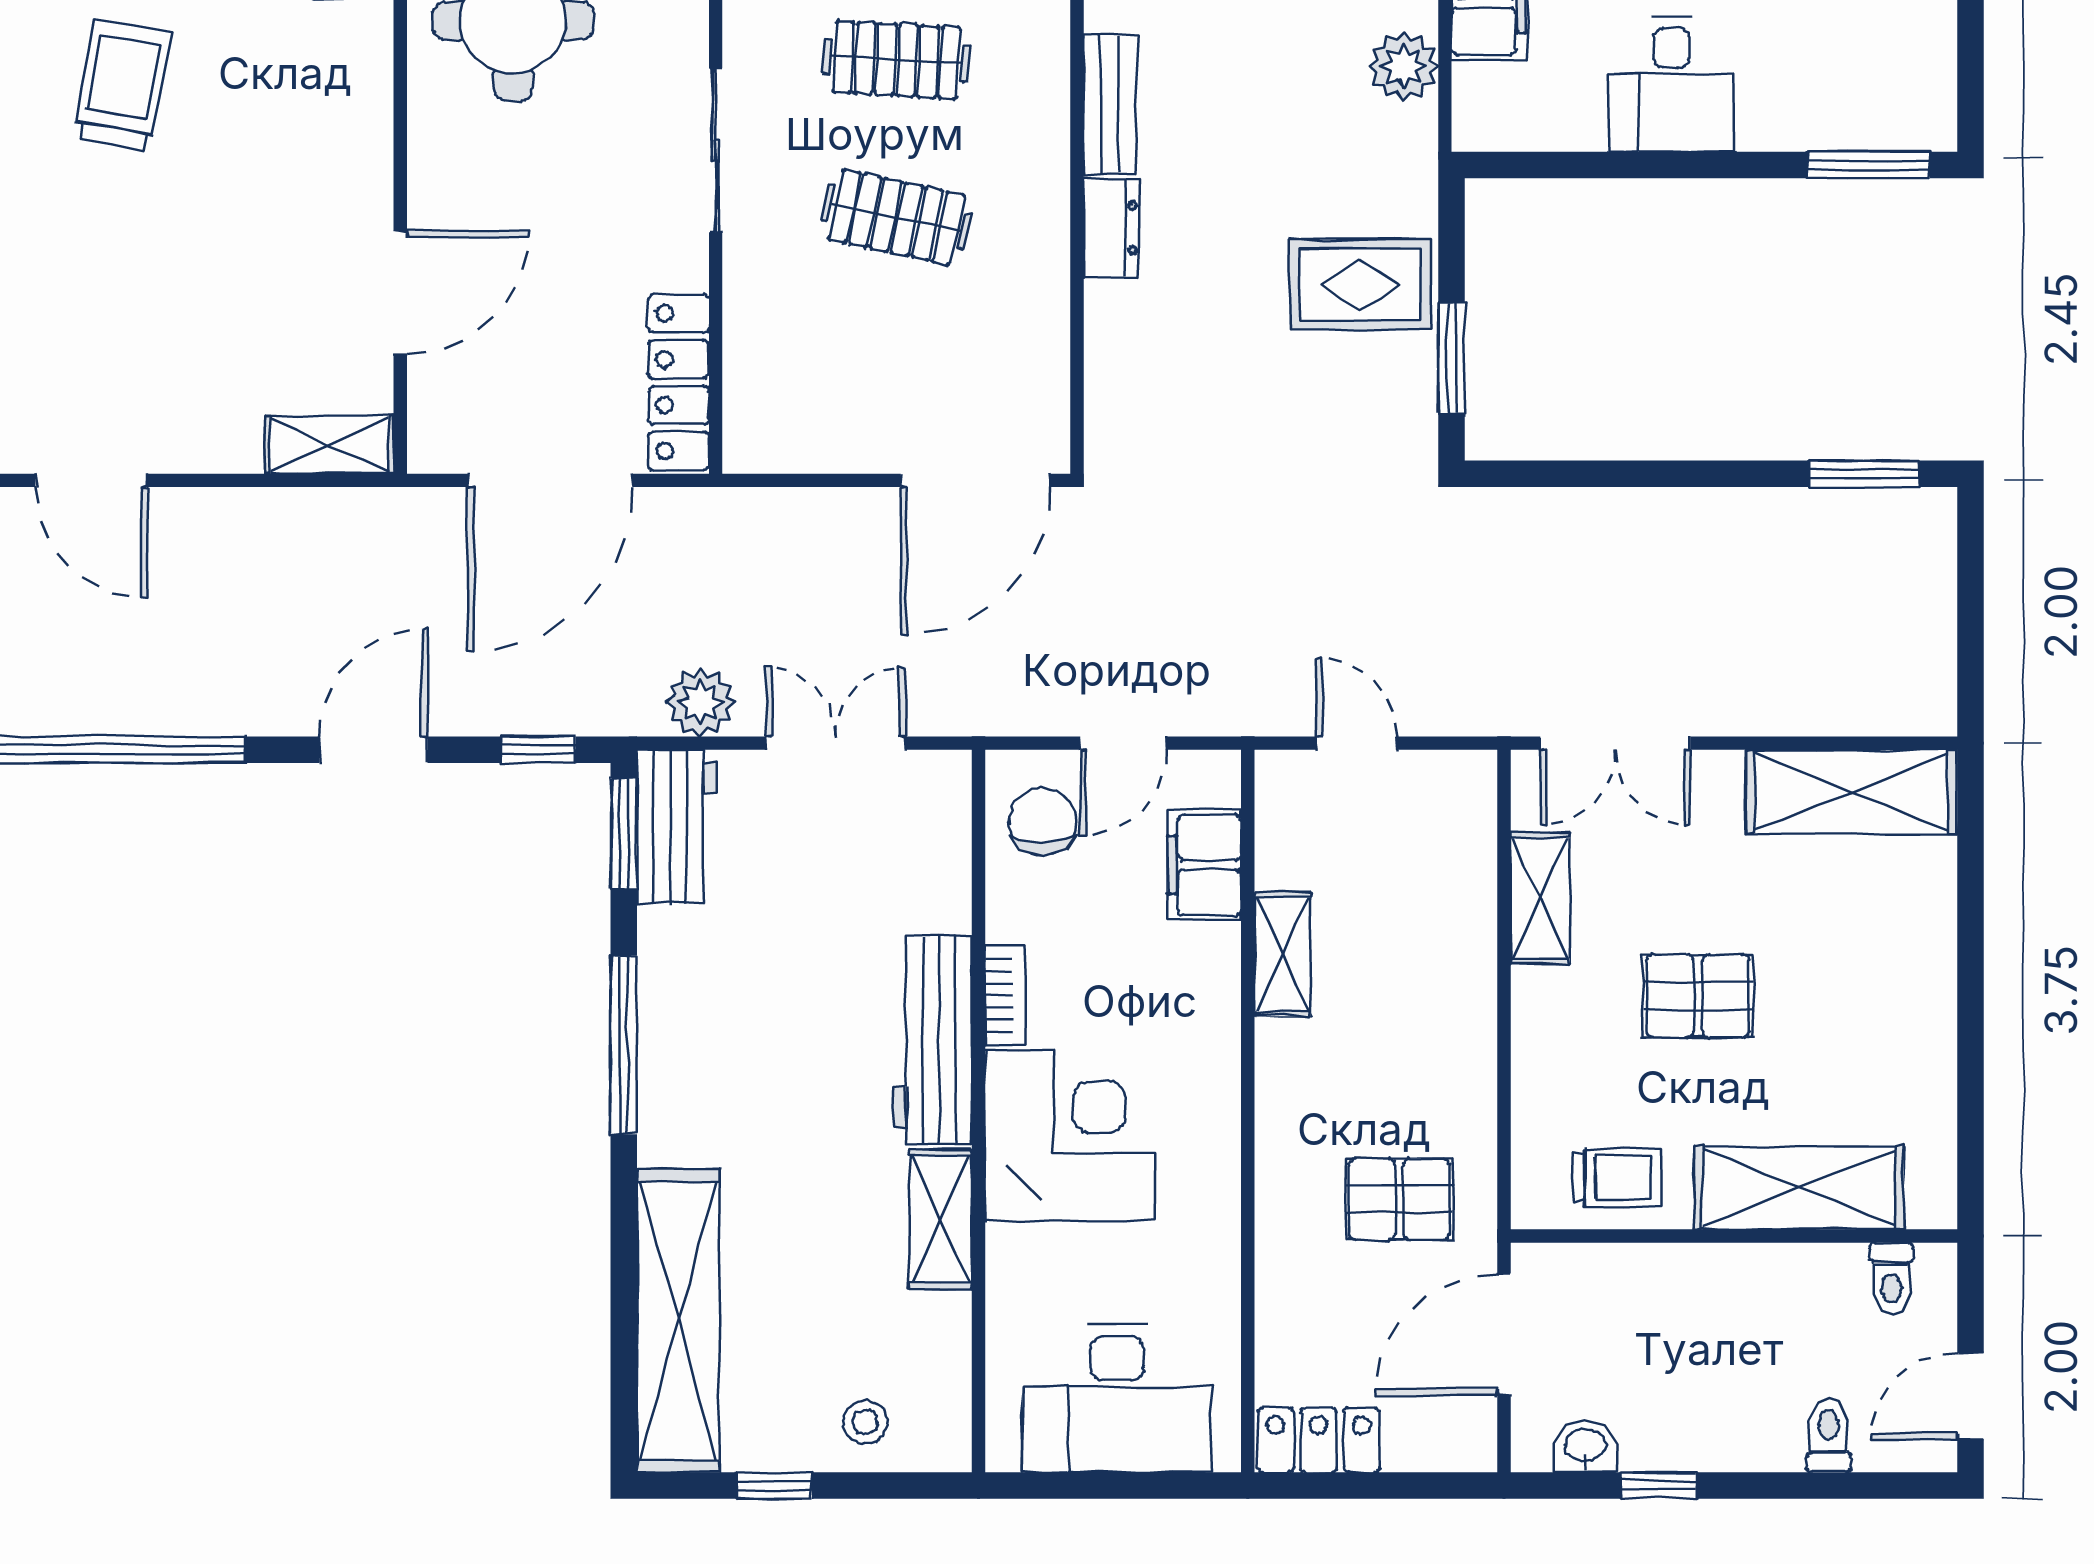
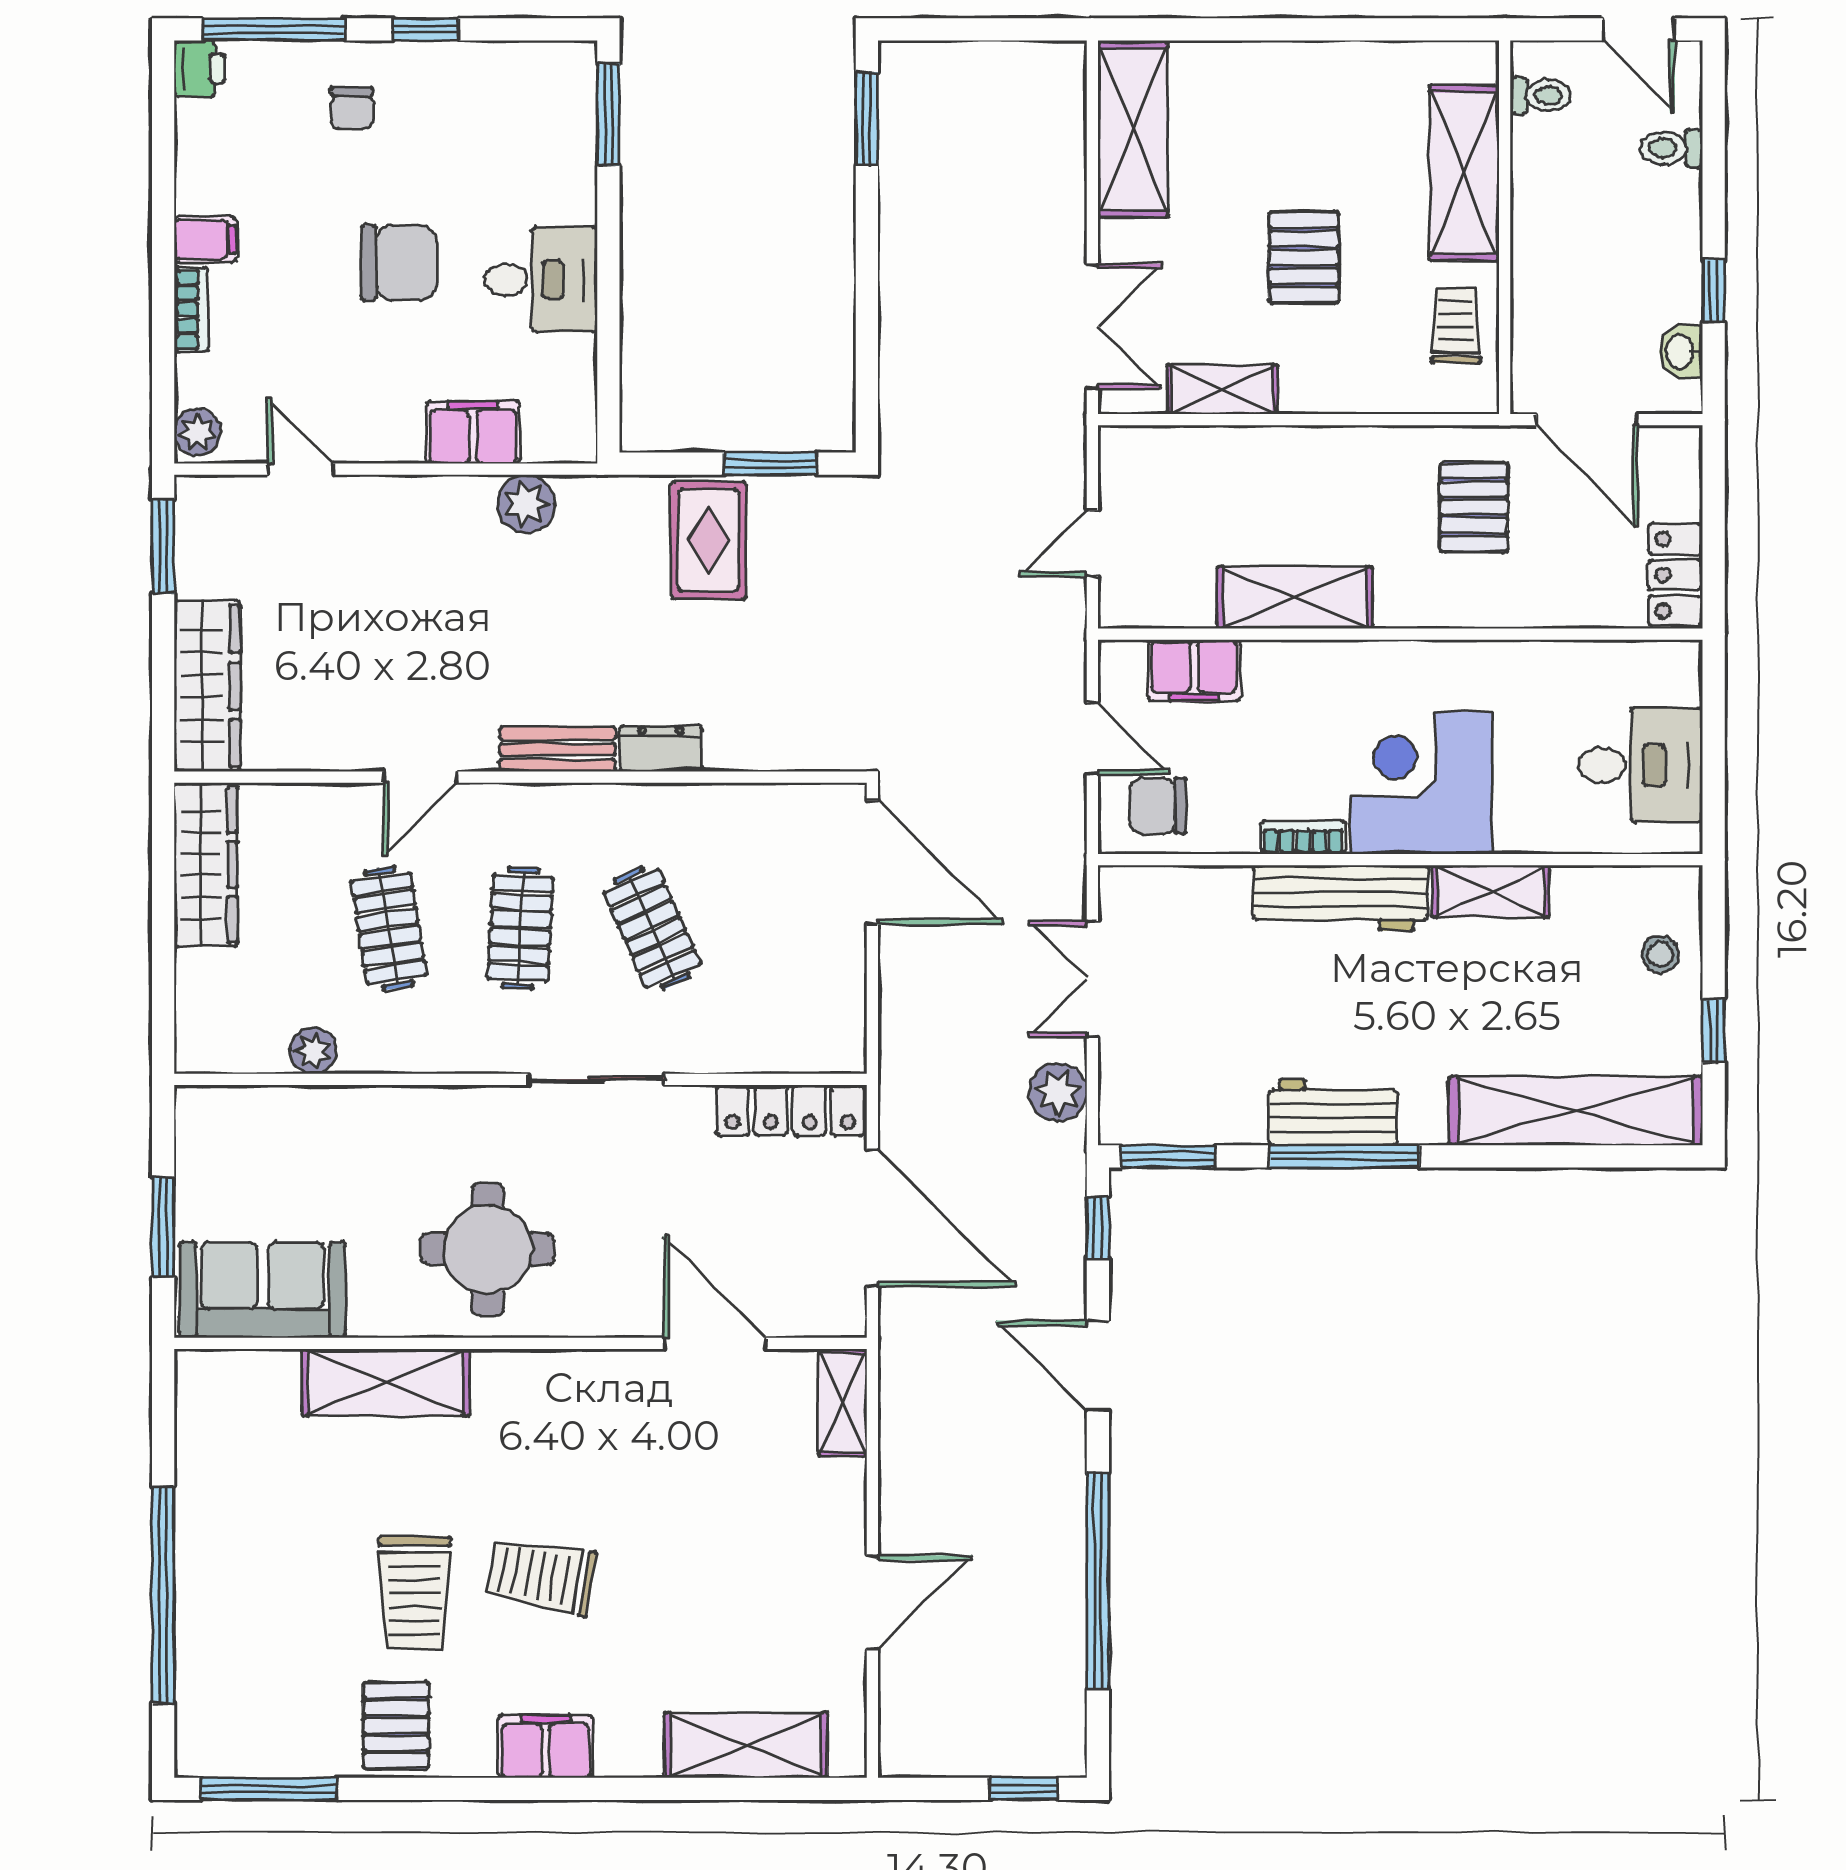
clothes rail: (896, 217) -> (652, 928), turned -36
workbench: (677, 827) -> (1333, 1112), moved
shelving: (1282, 954) -> (1295, 598), width x1.50, depth x1.33
desk: (1117, 1398) -> (1640, 765), width x0.73

